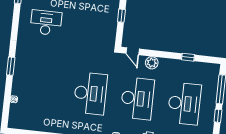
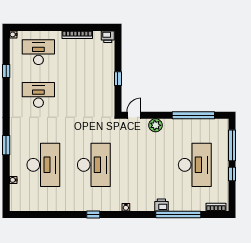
door: (133, 51) -> (134, 115), swing flipped
window: (188, 57) -> (193, 115), width x3.17
desk: (137, 98) -> (43, 165), moved

